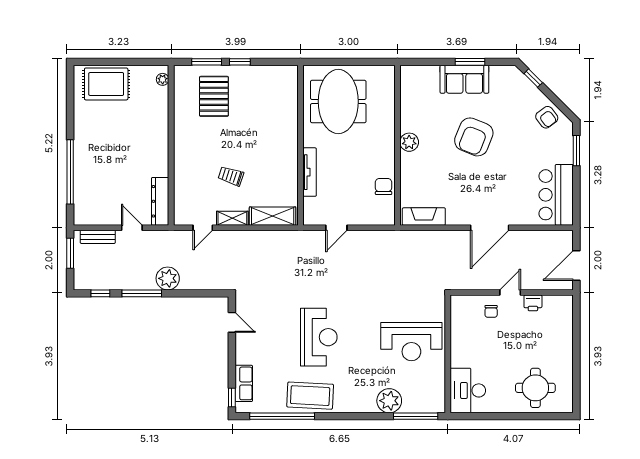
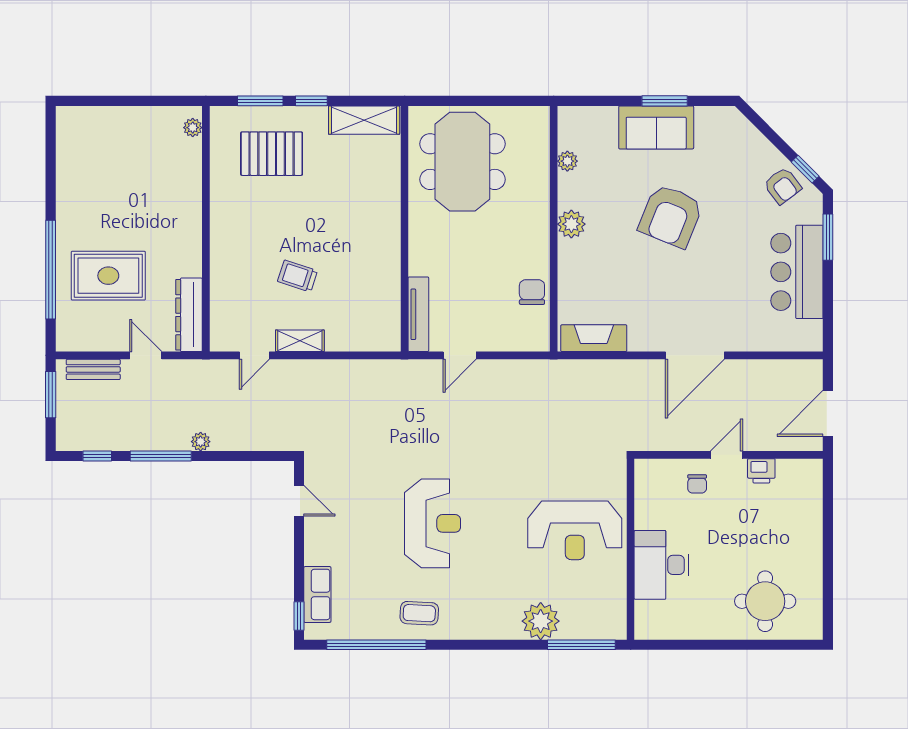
window: (533, 78) -> (805, 169), moved
rug: (106, 84) -> (108, 276), moved
pallet: (214, 96) -> (272, 154), turned 90
plant: (407, 101) -> (567, 161), added
tv unit: (310, 172) -> (418, 314), moved
bar counter: (556, 195) -> (797, 272), moved
shelving: (273, 216) -> (364, 120), moved
plant: (168, 278) -> (201, 442), width x0.53, depth x0.53
desk: (468, 390) -> (661, 565), moved
coffee table: (310, 396) -> (419, 613), width x0.54, depth x0.58

